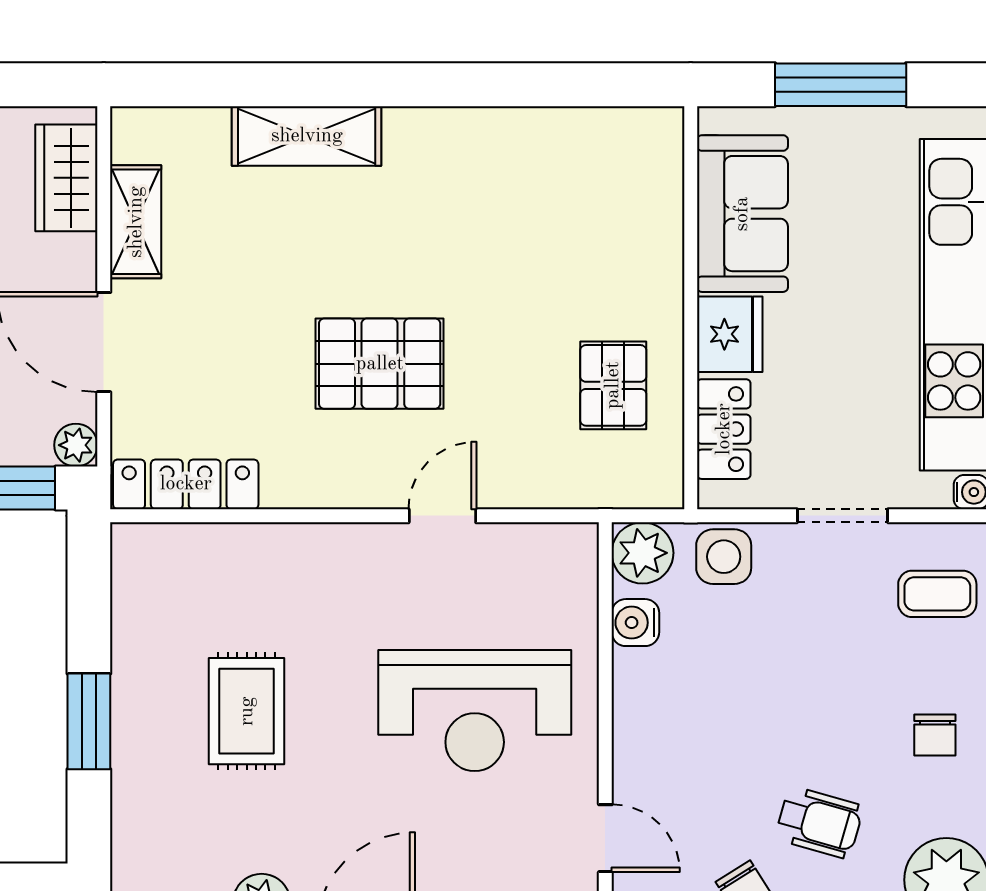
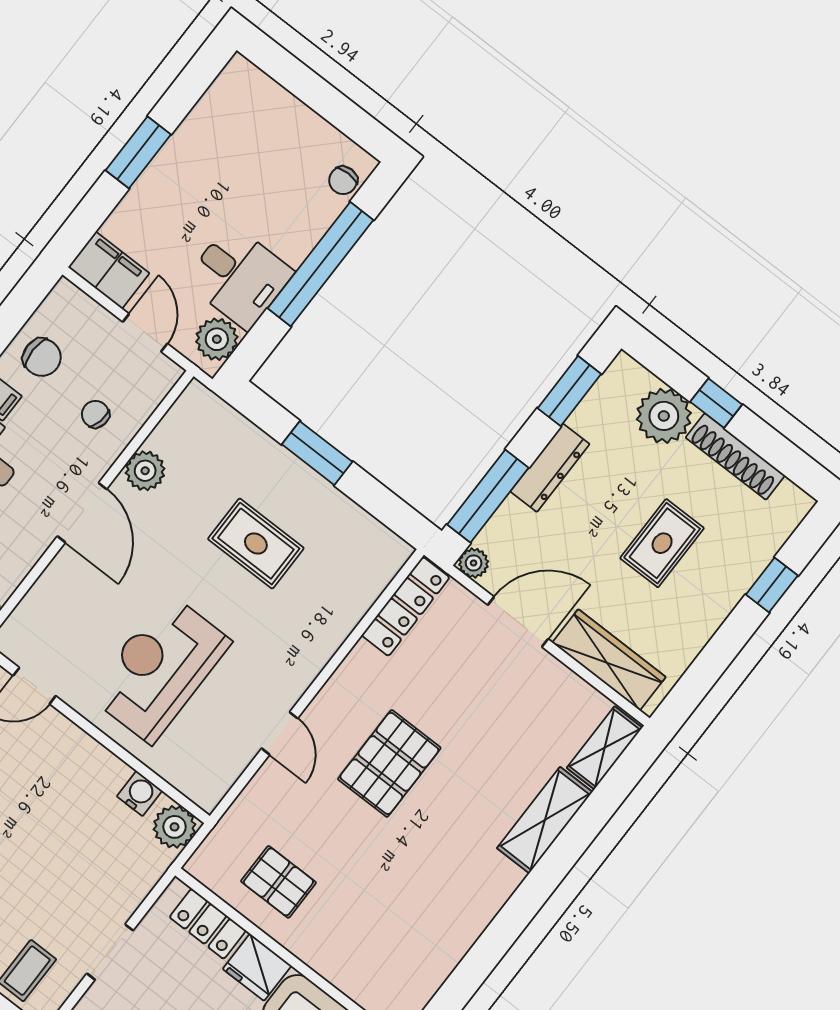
wardrobe: (66, 178) -> (609, 660), width x1.50
shelving: (136, 222) -> (605, 748), moved, turned 90
side table: (724, 557) -> (138, 870), removed

